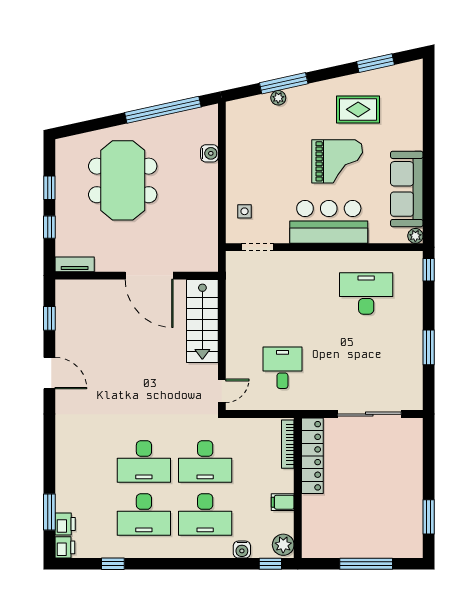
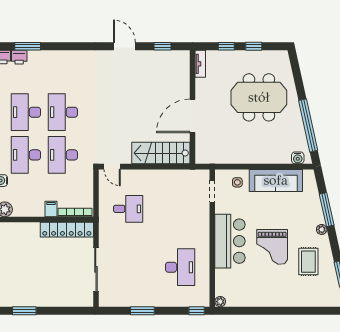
plant: (278, 98) -> (322, 229), moved
water cooler: (209, 153) -> (298, 158), moved
sofa: (407, 189) -> (276, 180), moved, turned 180
door: (49, 373) -> (124, 46), swing flipped
filing cabinet: (283, 502) -> (51, 209), moved

